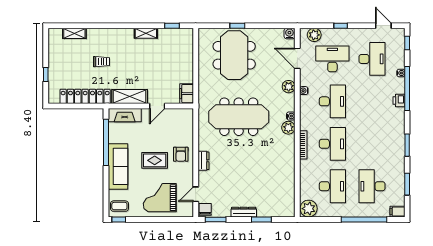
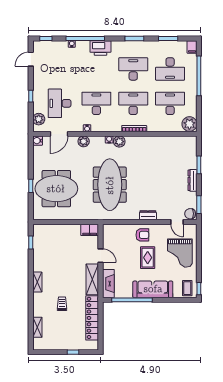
shelving: (146, 33) -> (37, 282), moved
desk: (372, 59) -> (133, 69), moved
printer: (399, 101) -> (100, 48), width x1.87, depth x1.48

